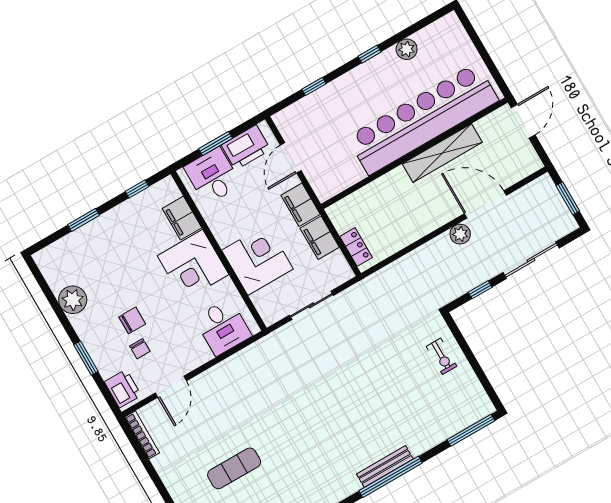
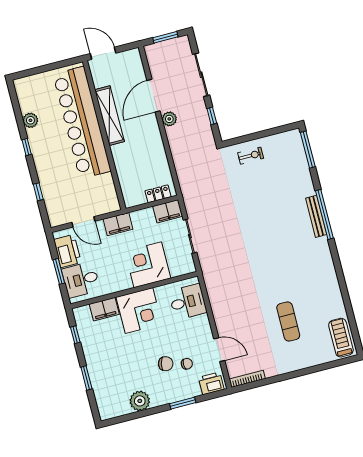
filing cabinet: (320, 238) -> (168, 211), moved
chair: (132, 320) -> (166, 364), turned 103

